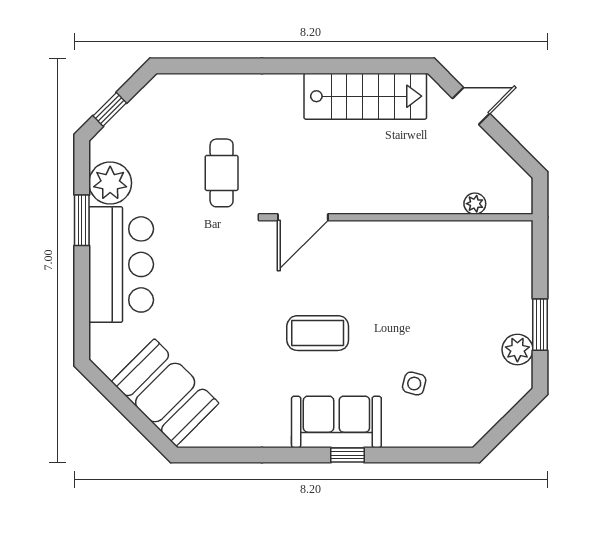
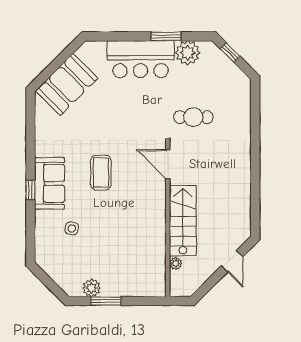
stairs: (365, 96) -> (183, 221), moved, turned 180

